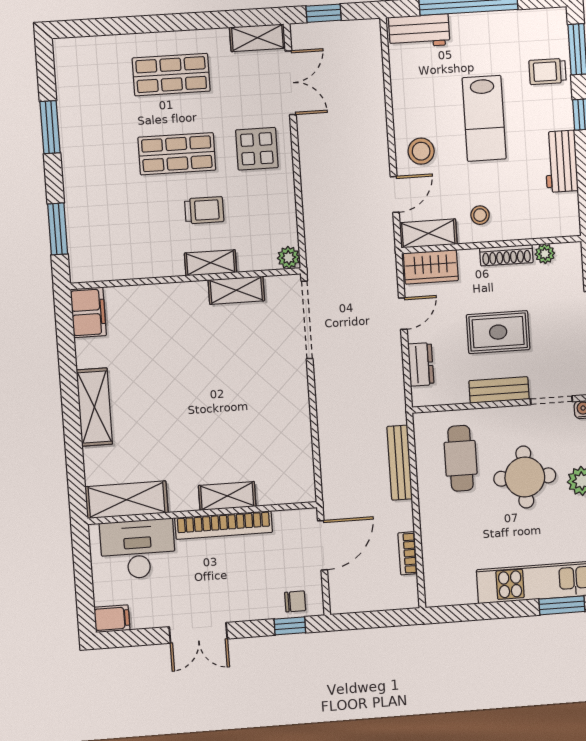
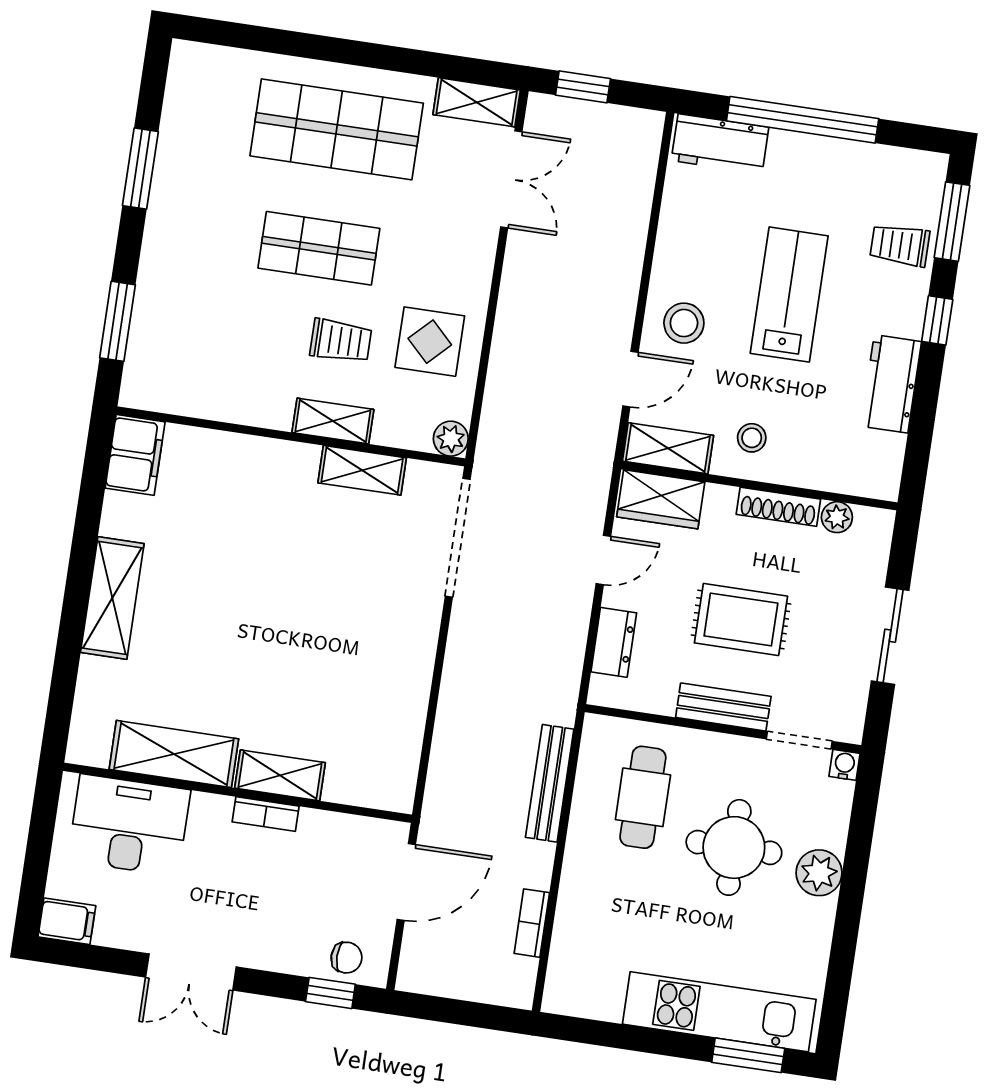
shop shelf: (171, 75) -> (337, 129), width x1.43, depth x1.36
lab bench: (484, 118) -> (789, 295), turned 180
display table: (257, 149) -> (430, 342), moved
shelving: (127, 500) -> (174, 754), moved
bookcase: (224, 525) -> (266, 814), width x0.43, depth x0.76

